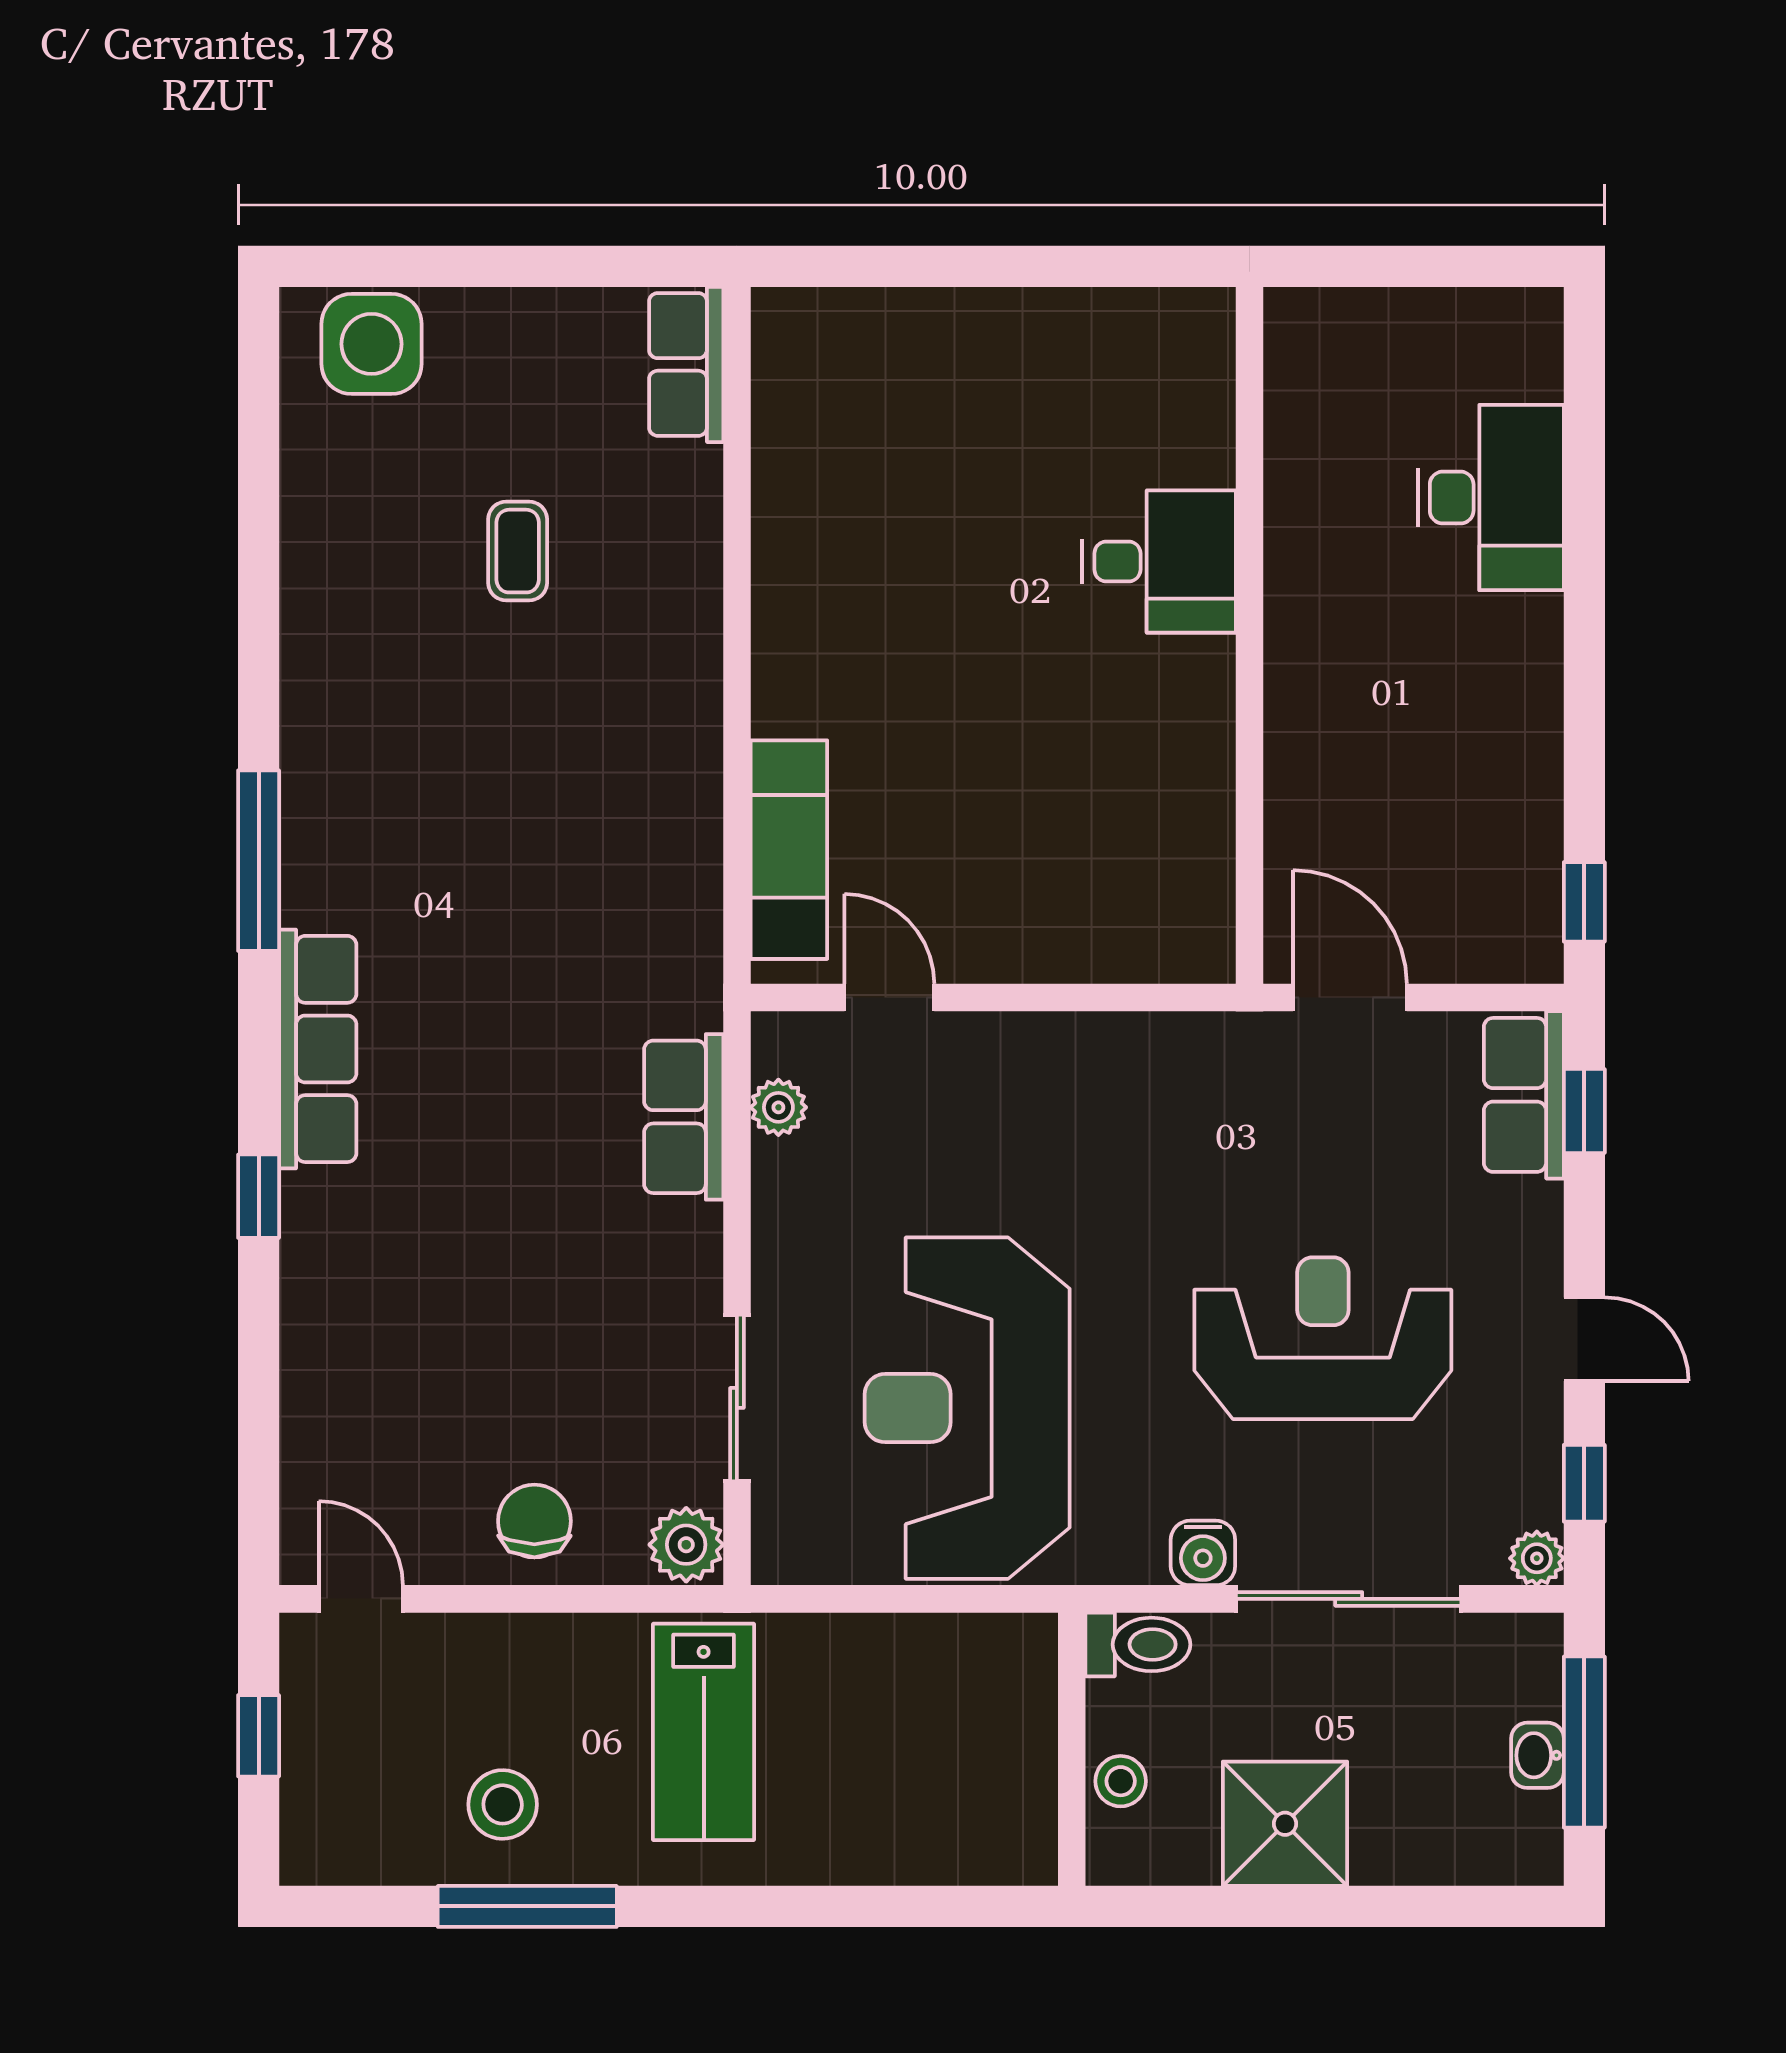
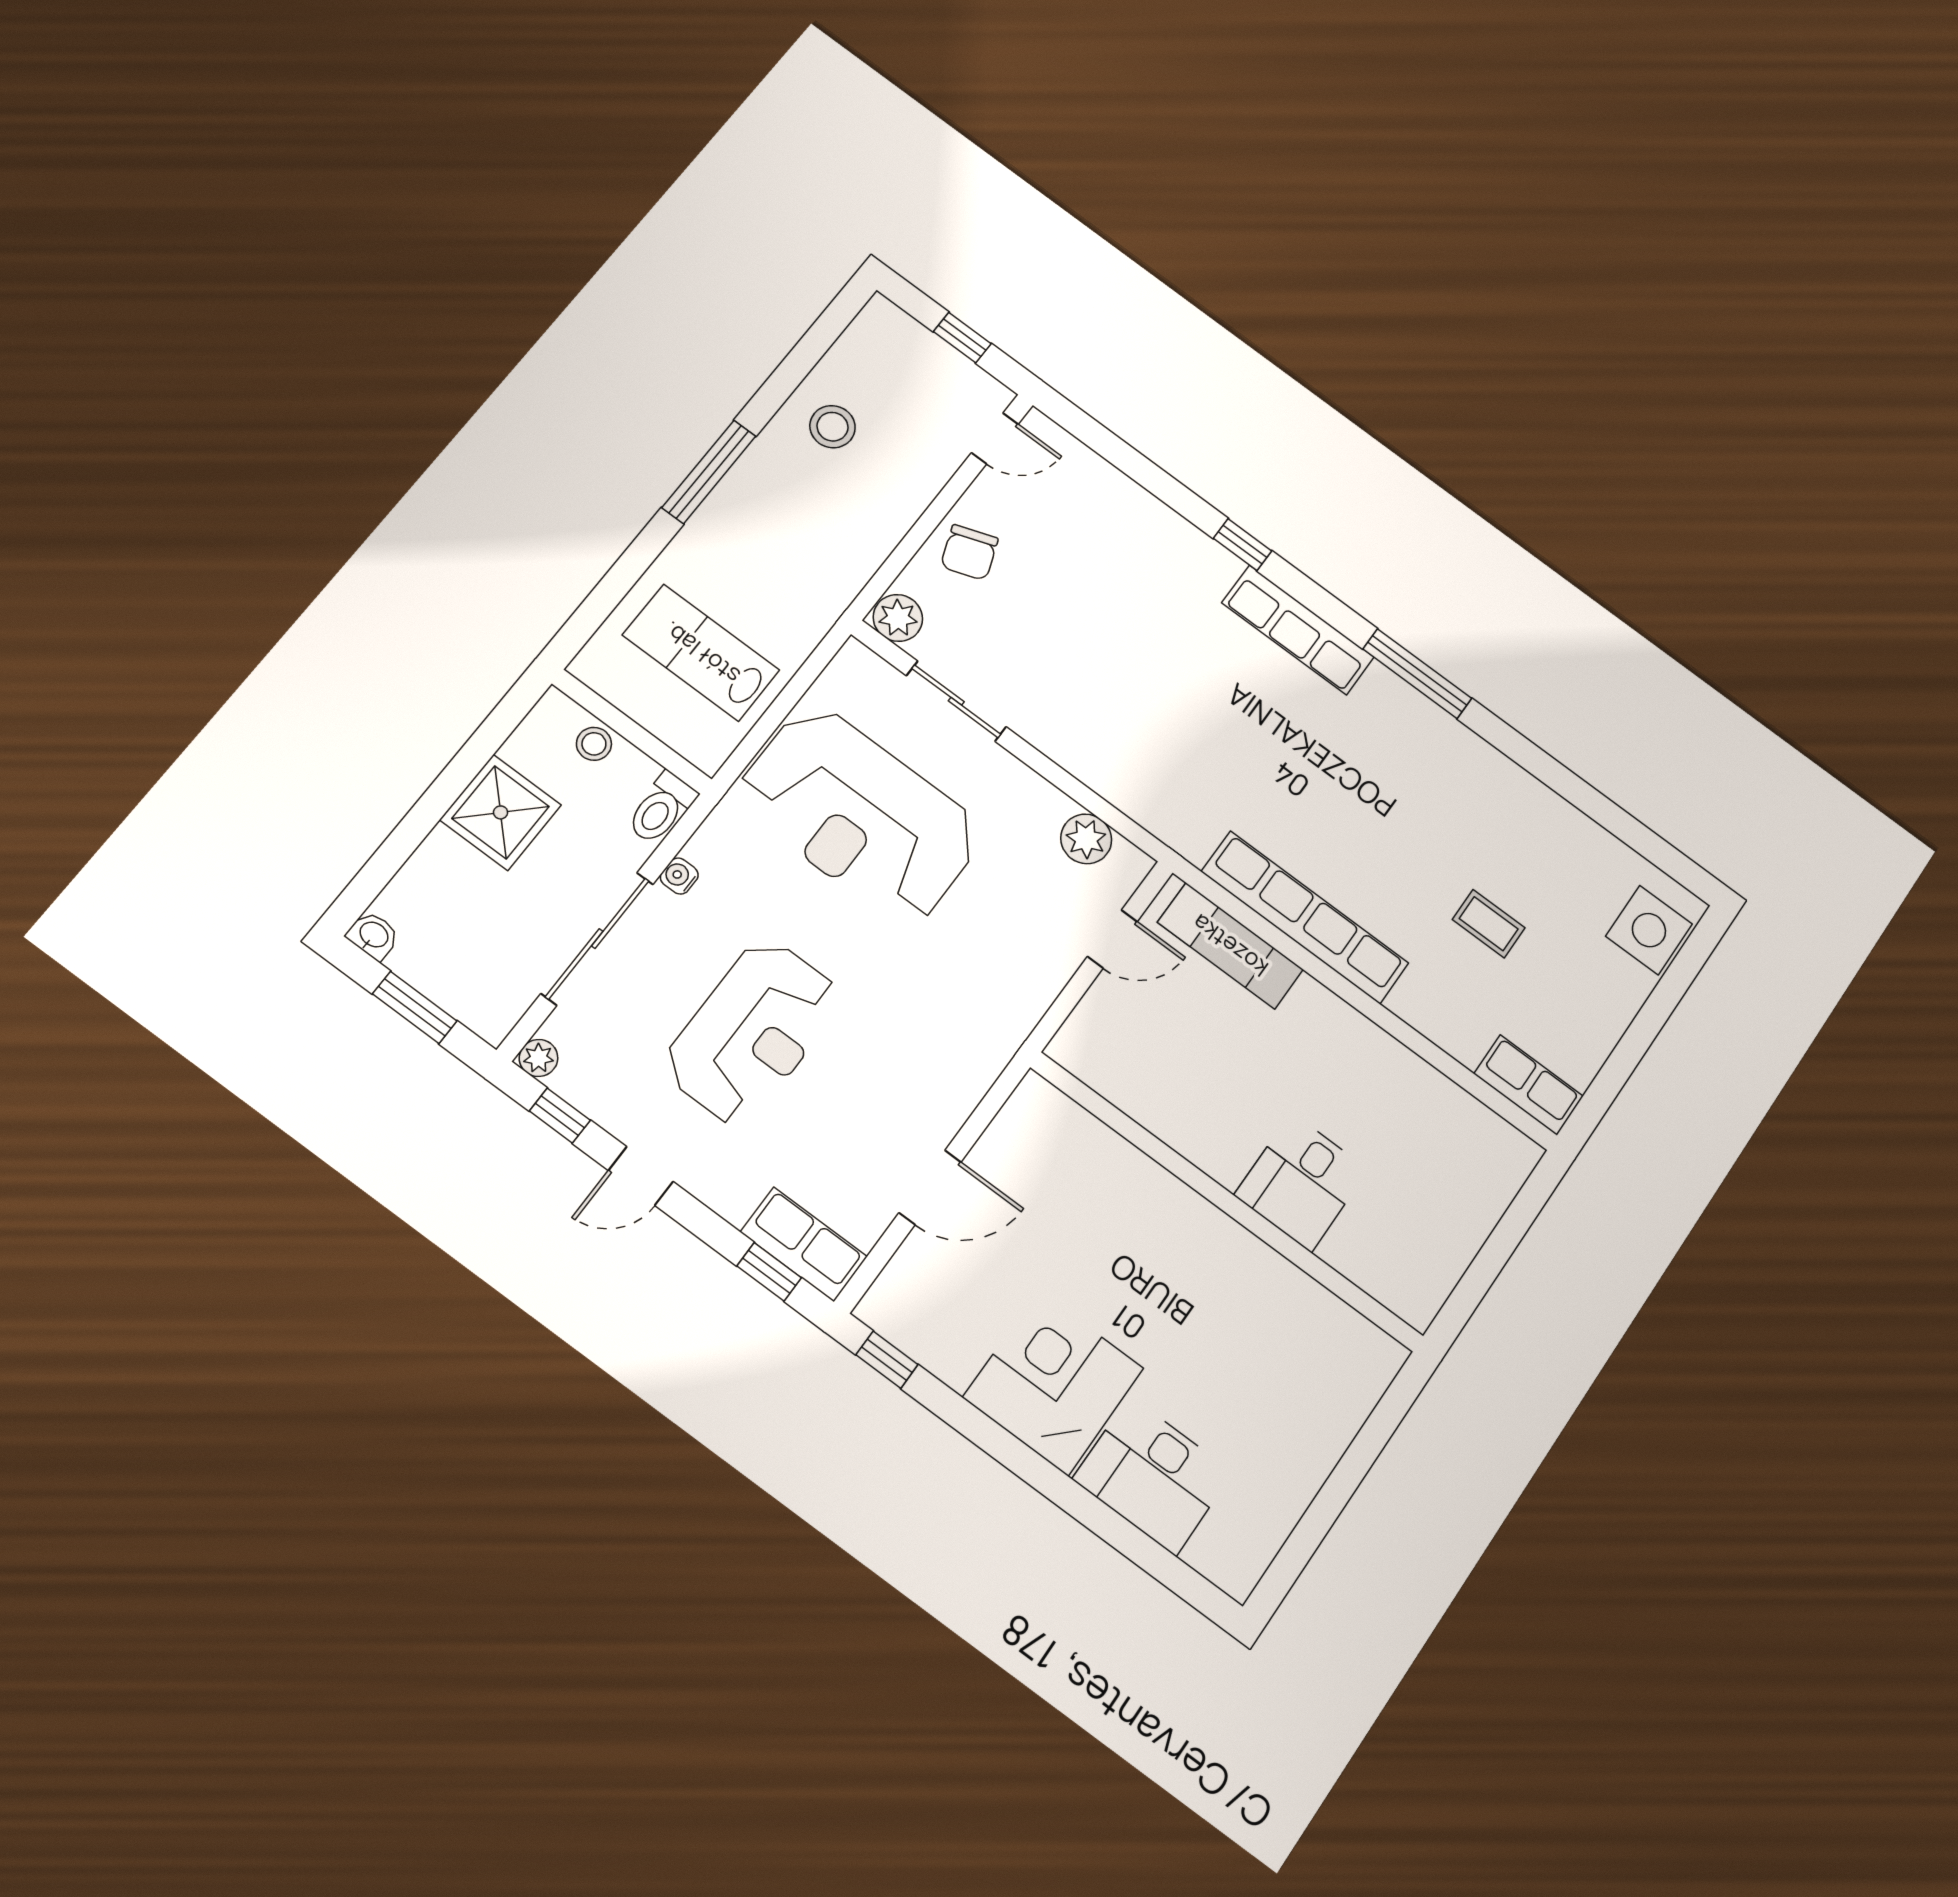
desk: (1159, 562) -> (1301, 1182), moved
wall: (1249, 635) -> (1226, 1202), moved
corner desk: (1470, 690) -> (1053, 1383), added
plant: (778, 1107) -> (1086, 839), width x1.38, depth x1.38
row of seats: (684, 1117) -> (1305, 917), moved, width x2.02
reception desk: (967, 1408) -> (860, 815), turned 180
chair: (534, 1521) -> (969, 552), turned 70
water cooler: (1203, 1553) -> (679, 876), width x0.72, depth x0.72
lab bench: (704, 1732) -> (701, 653), moved
window: (1584, 1742) -> (415, 1007), width x0.69
washbasin: (1537, 1755) -> (373, 935), moved
window: (527, 1906) -> (709, 472), moved

